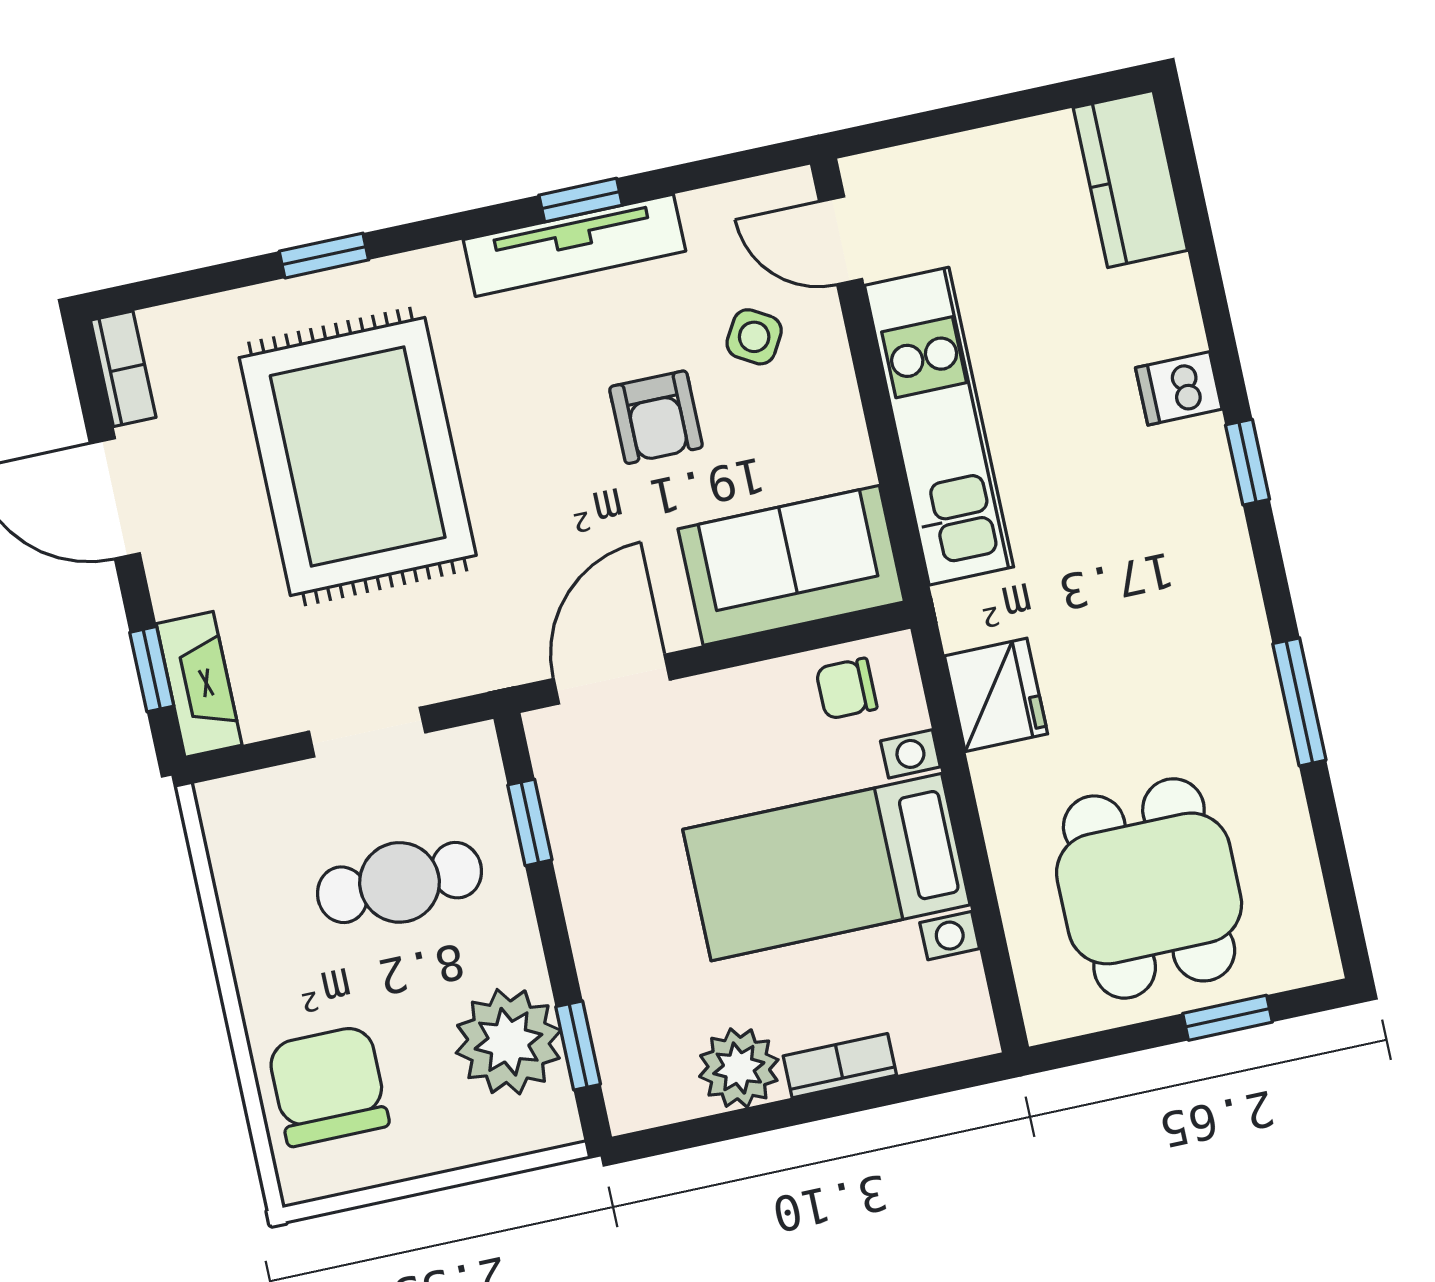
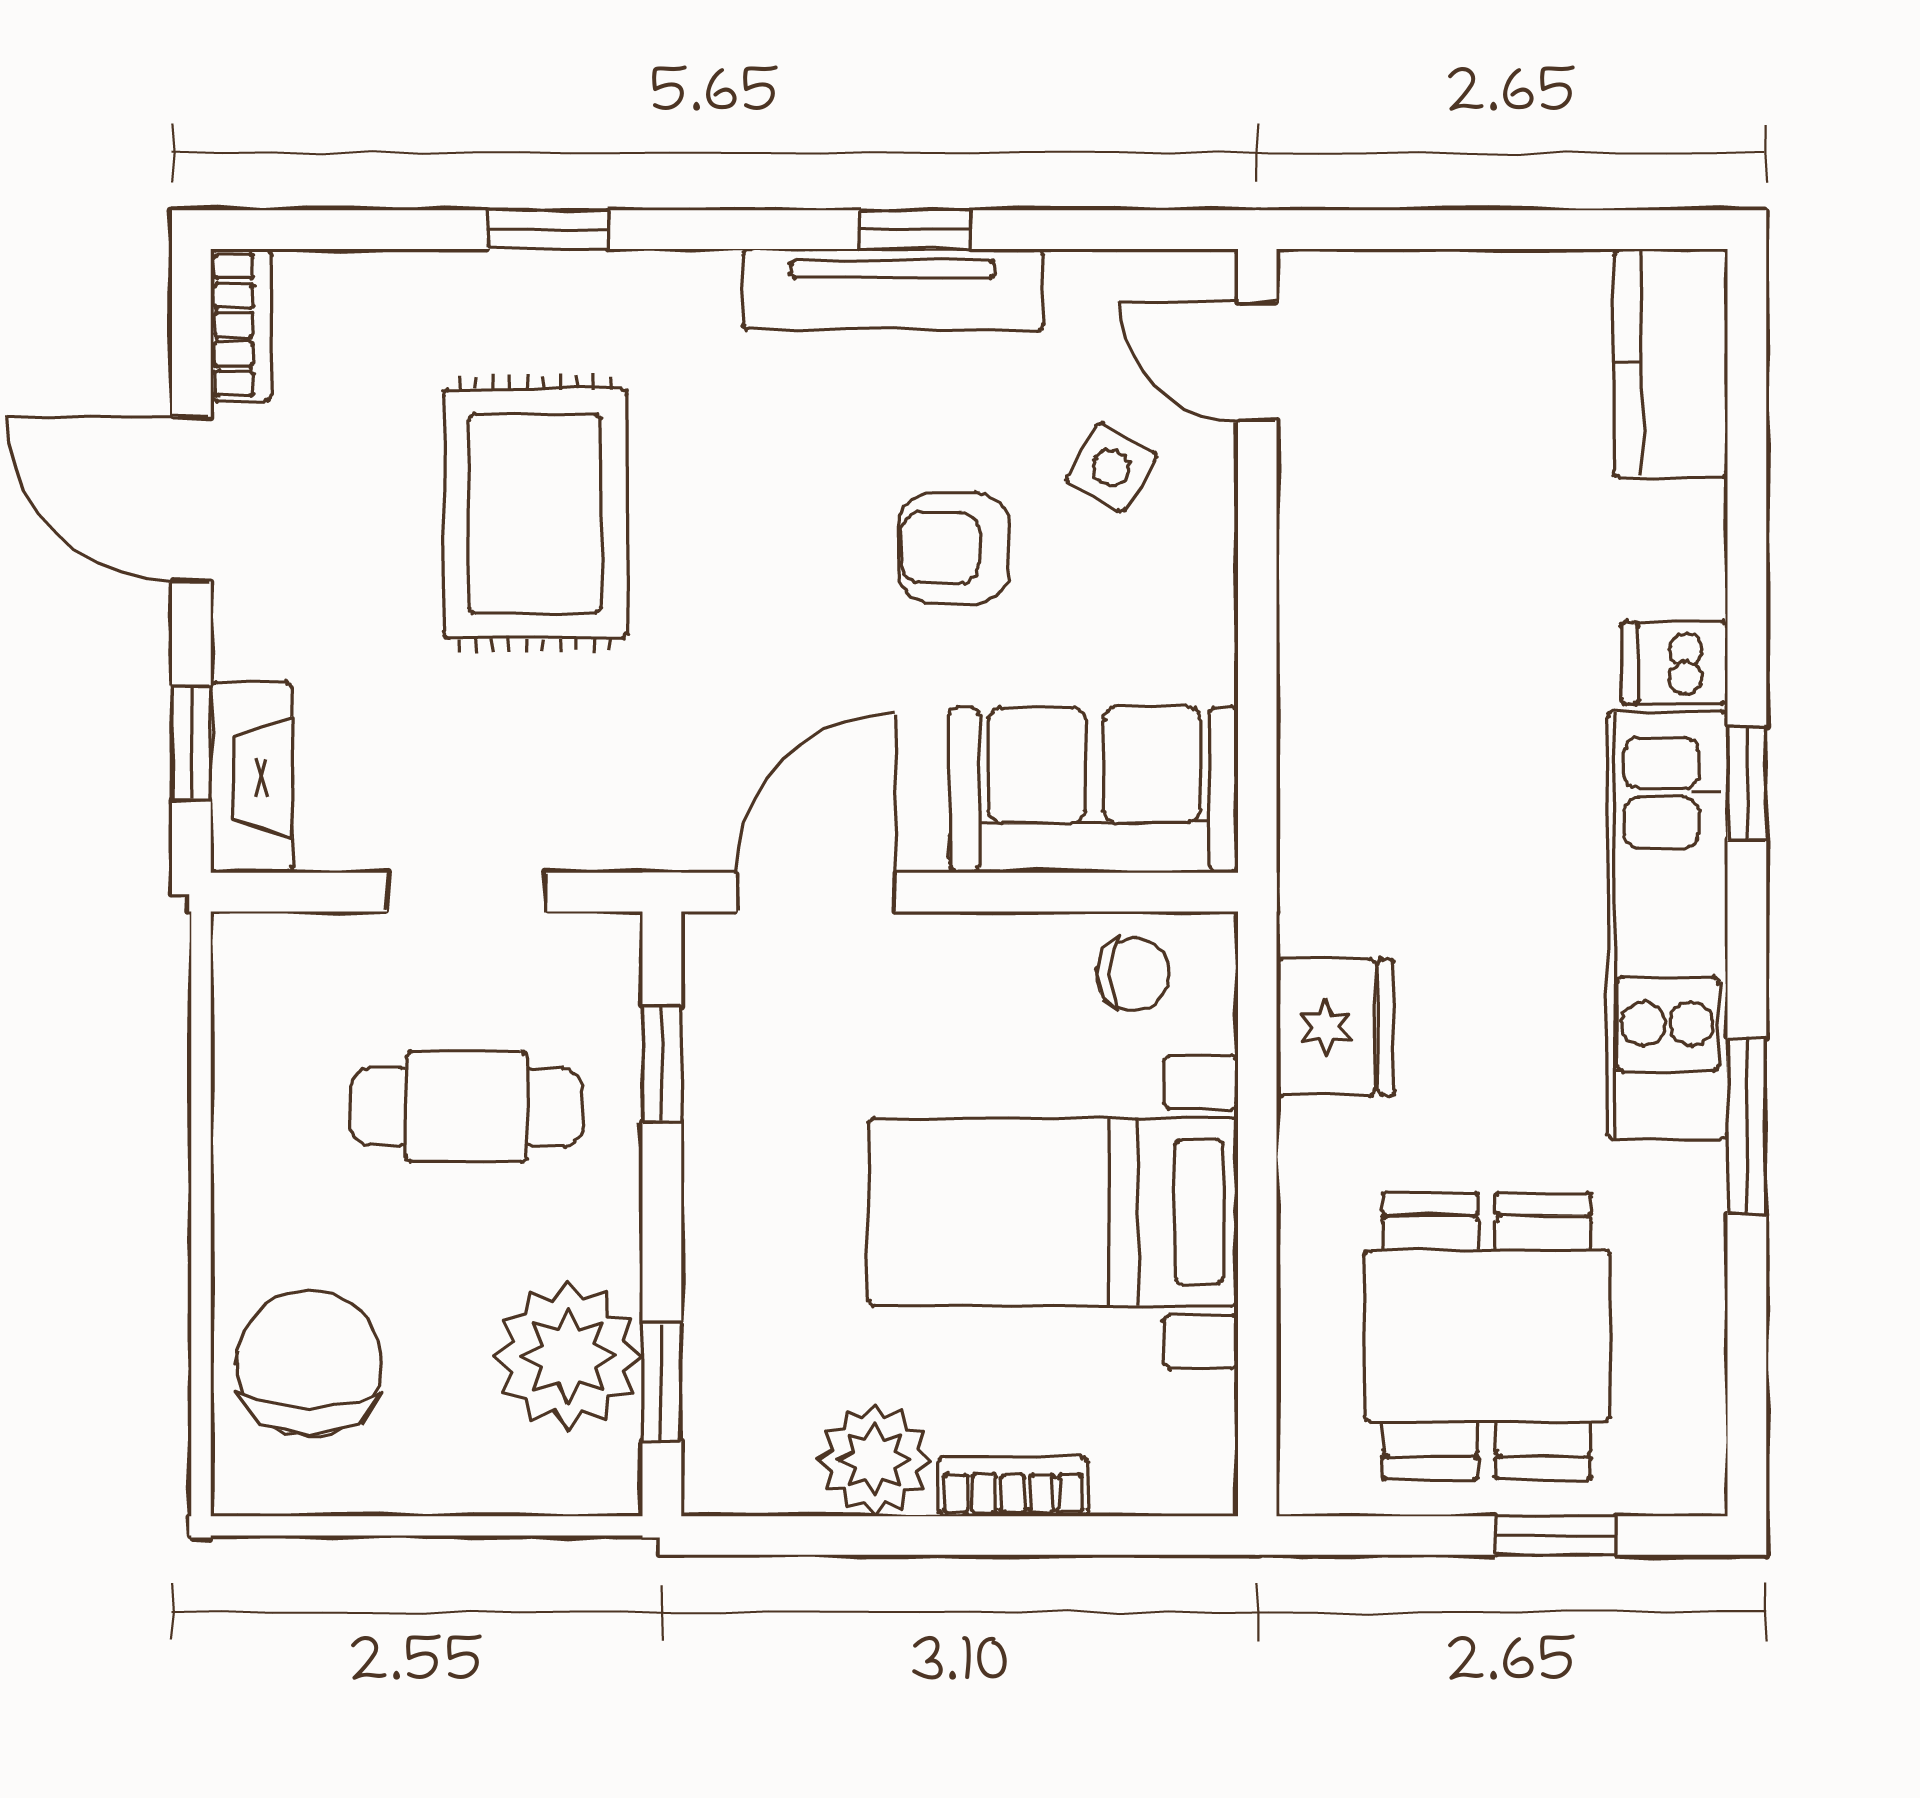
armchair: (656, 417) -> (953, 548), turned 90
kitchen unit: (939, 426) -> (1667, 926), moved, turned 180
rug: (358, 456) -> (535, 514), width x0.73, depth x0.69
chair: (846, 689) -> (1133, 974), turned 180

